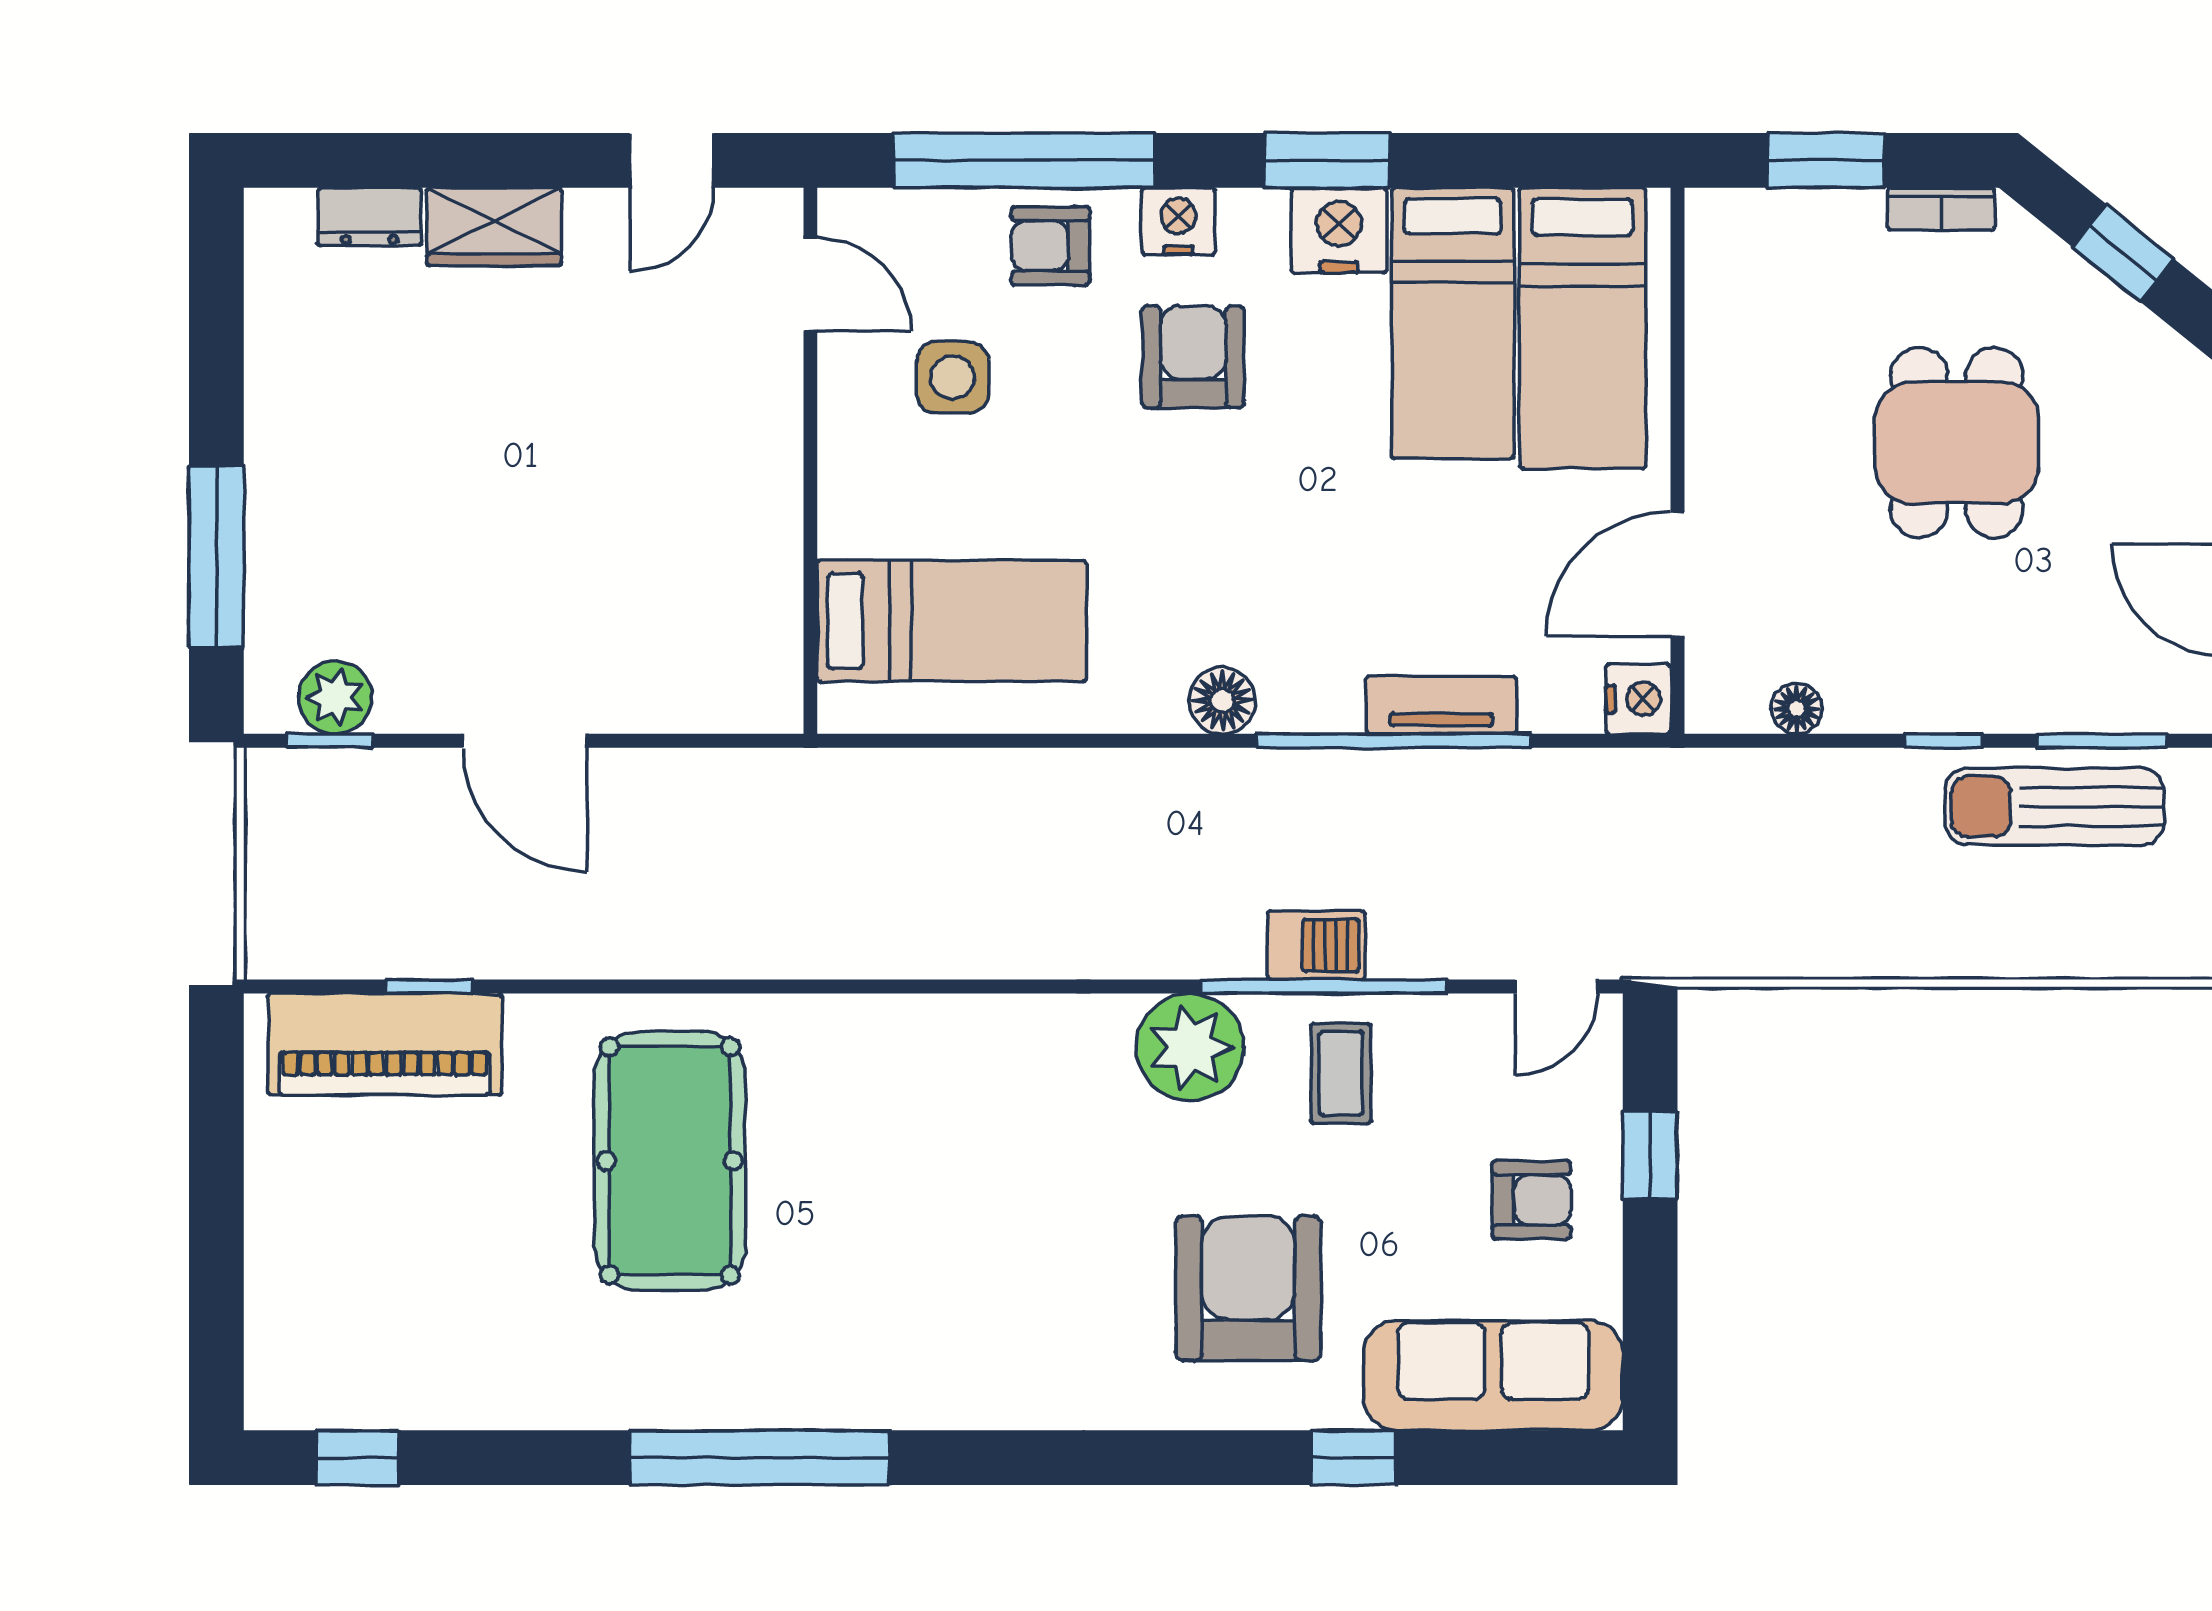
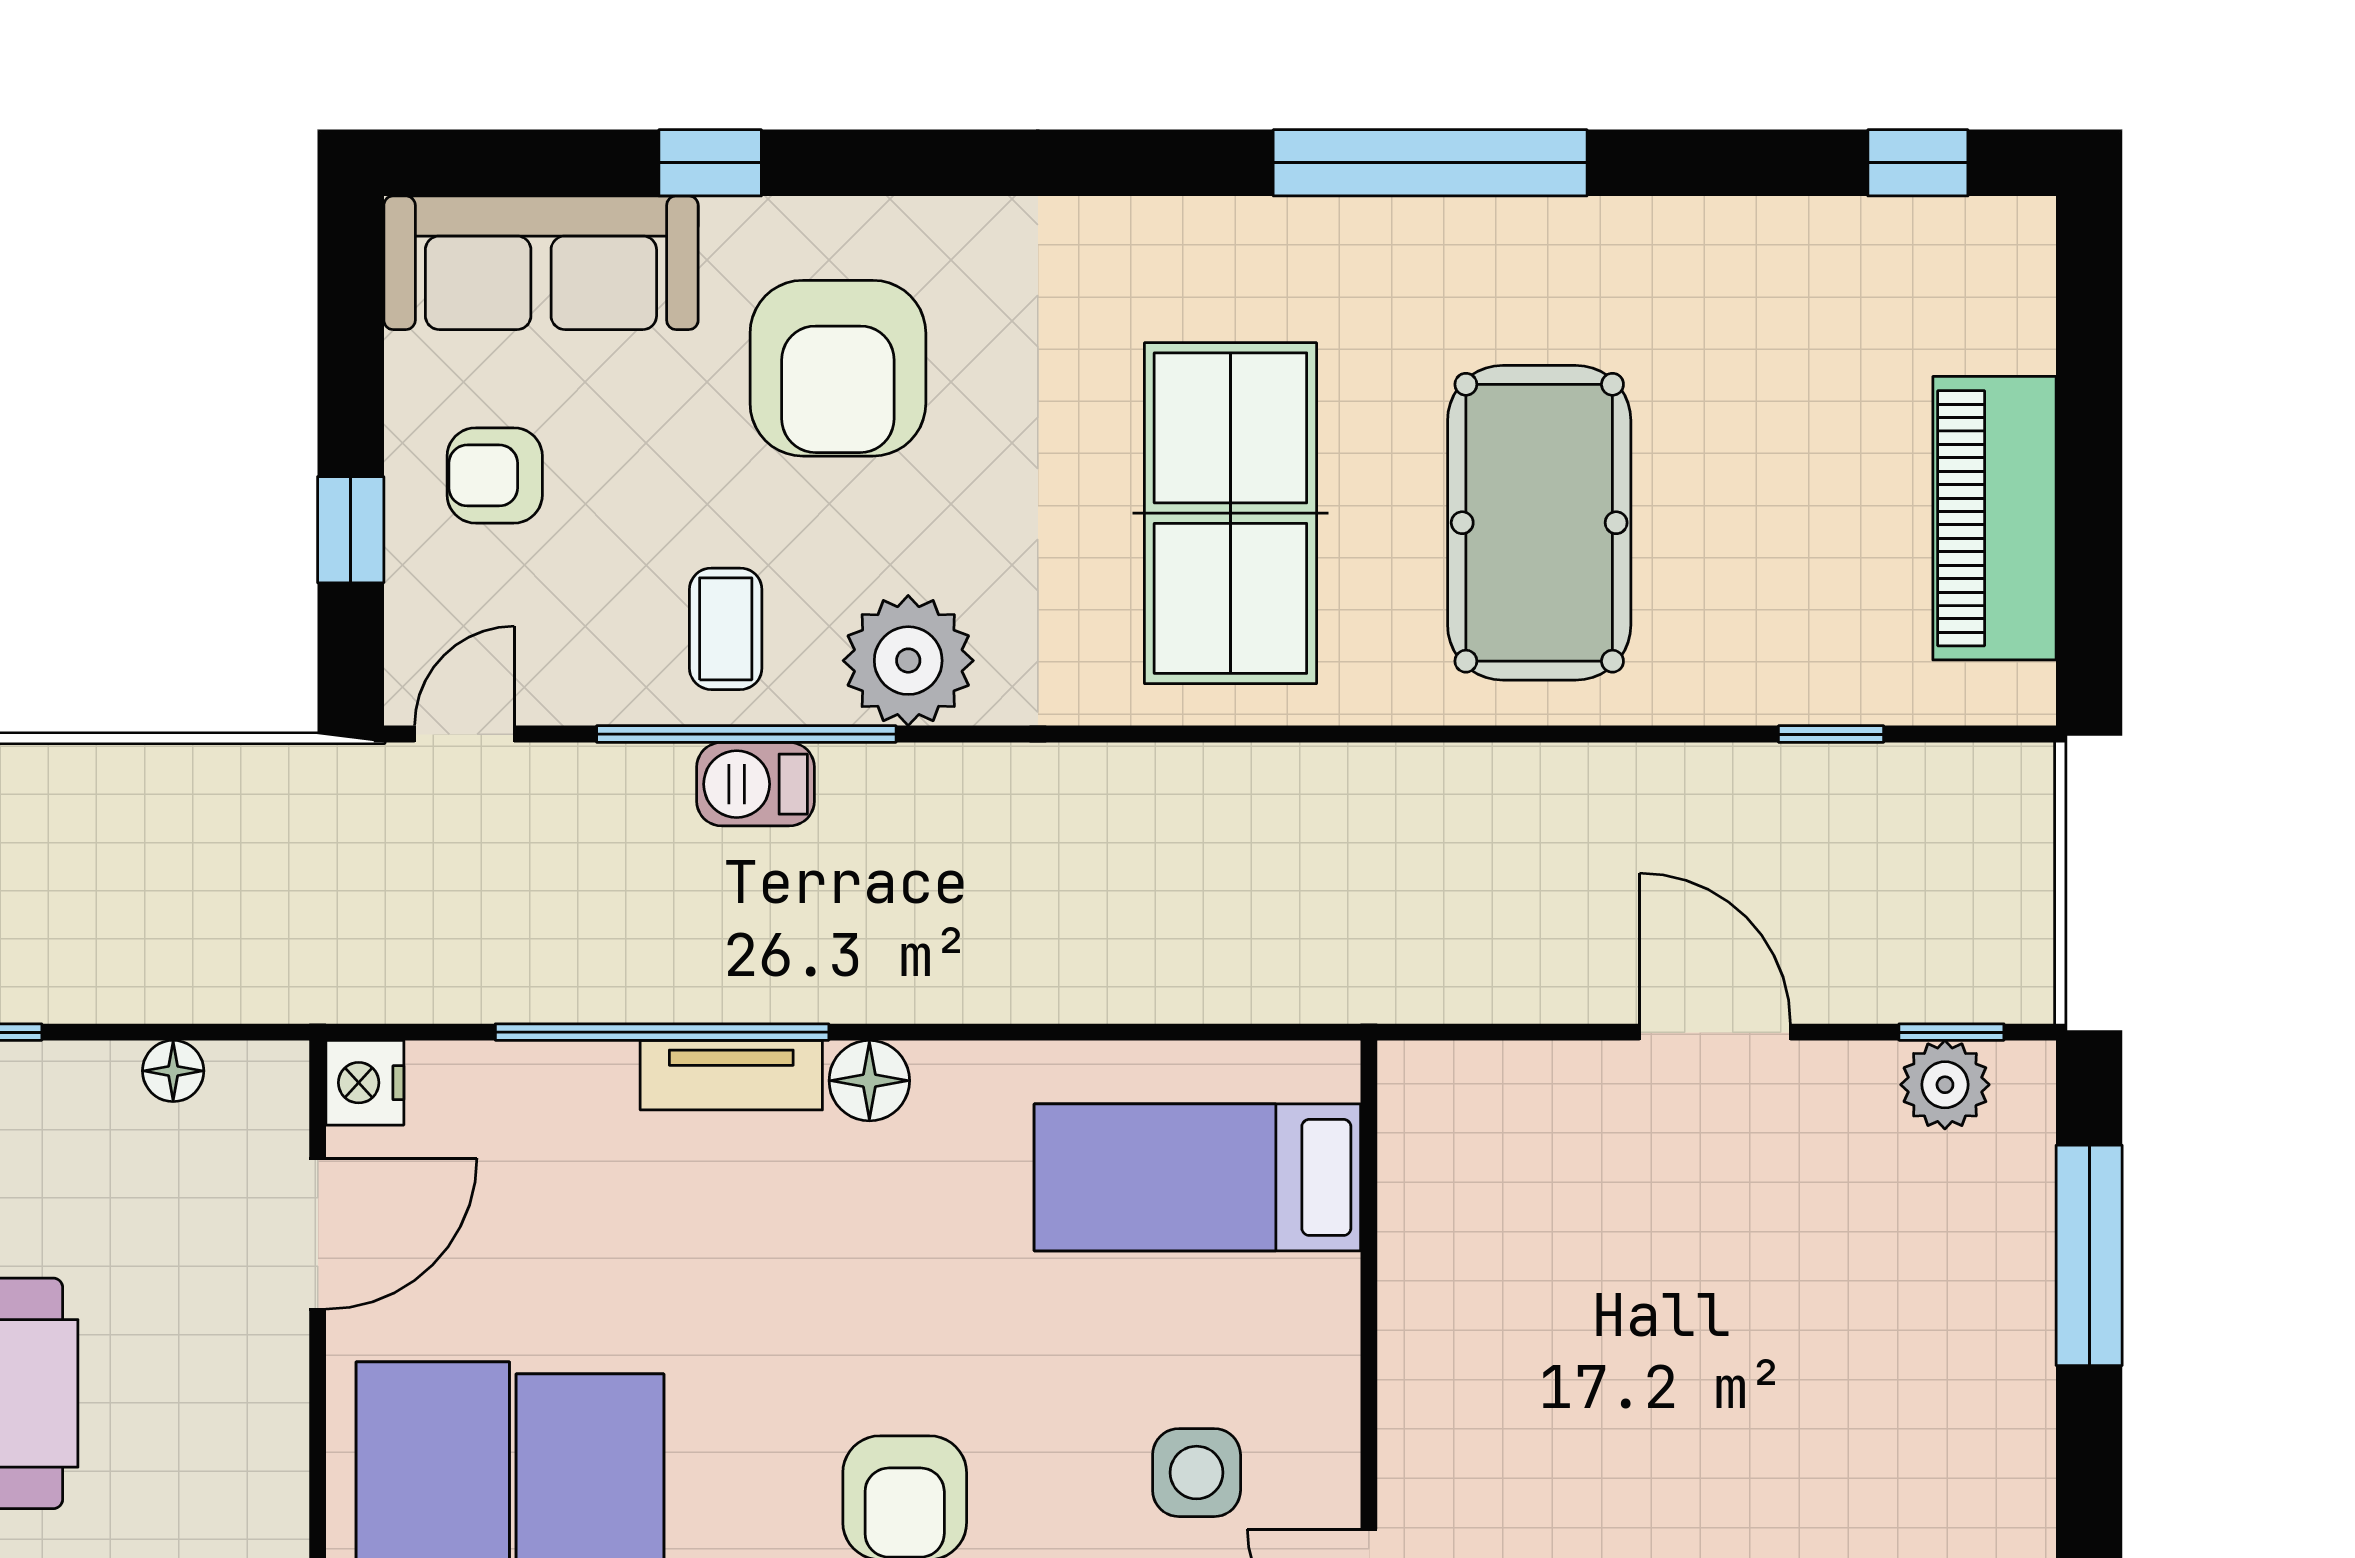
tv unit: (1441, 705) -> (731, 1075), moved
piano: (385, 1044) -> (1994, 518), moved, turned -90
table tennis table: (925, 1169) -> (1230, 513), added

